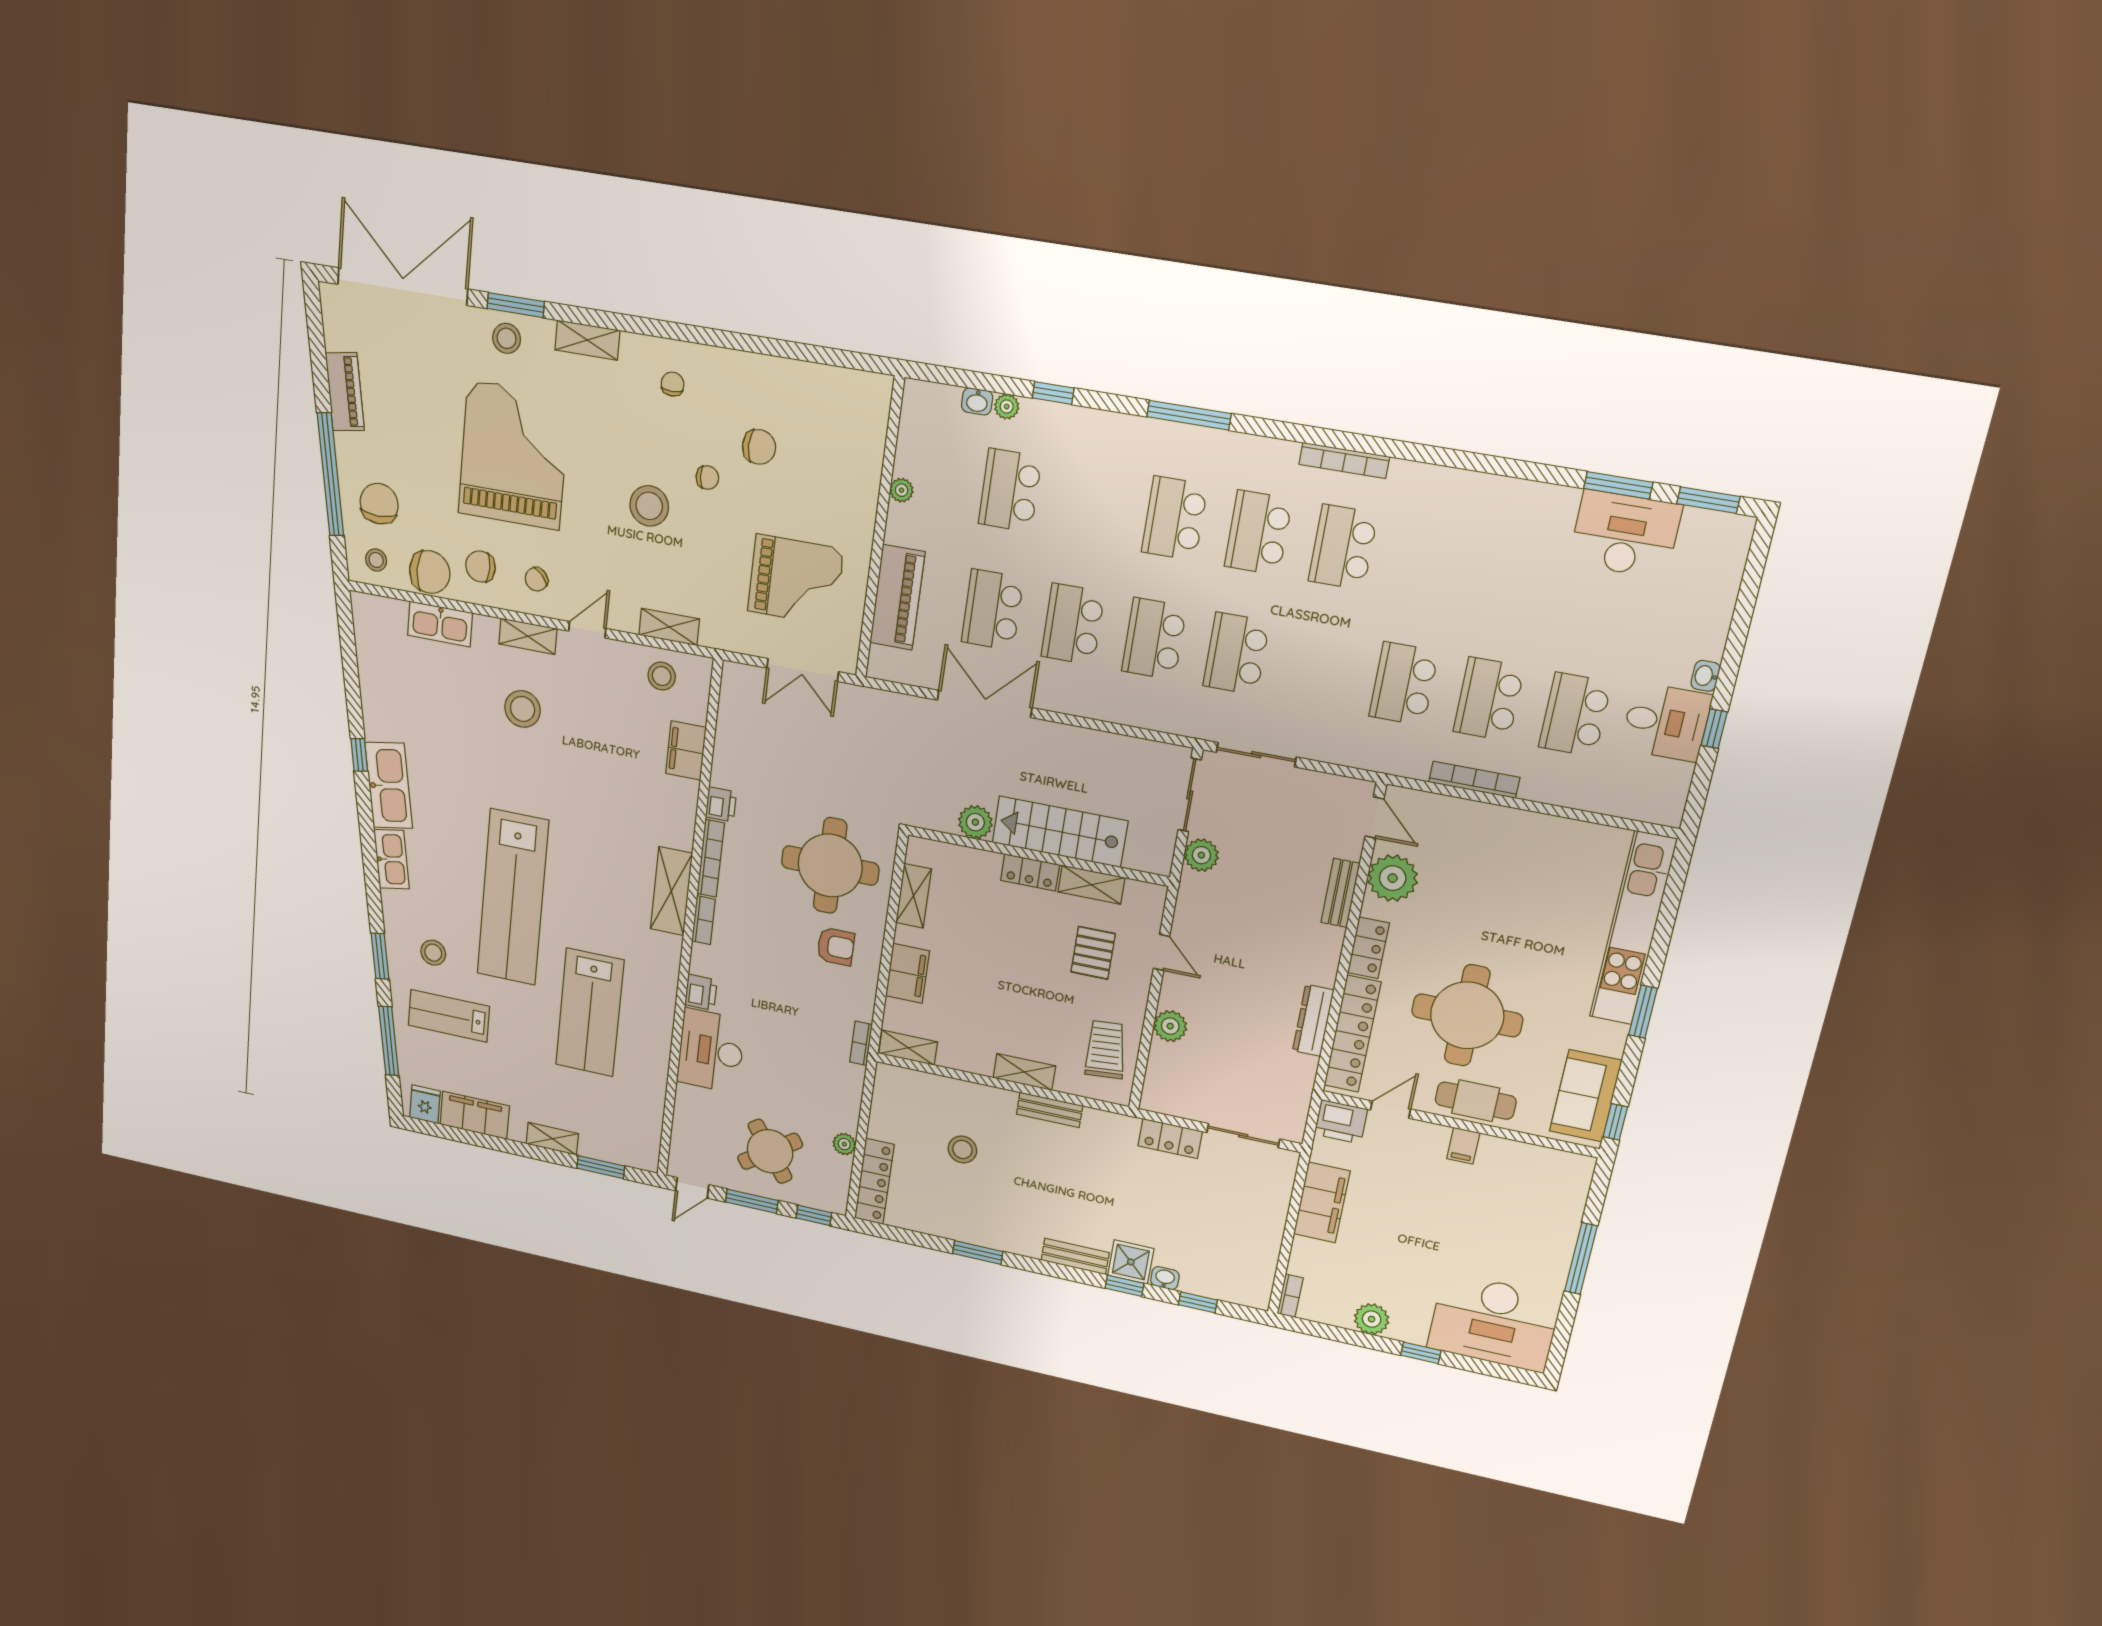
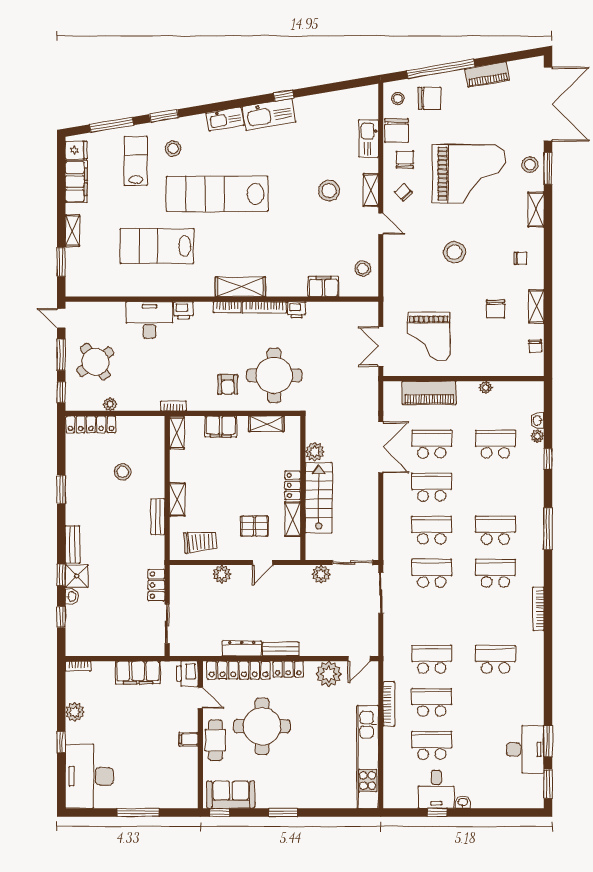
chair: (707, 478) -> (535, 346), moved
school desk: (1343, 547) -> (495, 659), moved
shelving: (669, 627) -> (536, 306), moved
bench: (1340, 893) -> (281, 649), moved
kitchen unit: (1633, 928) -> (368, 757), moved, turned -90

